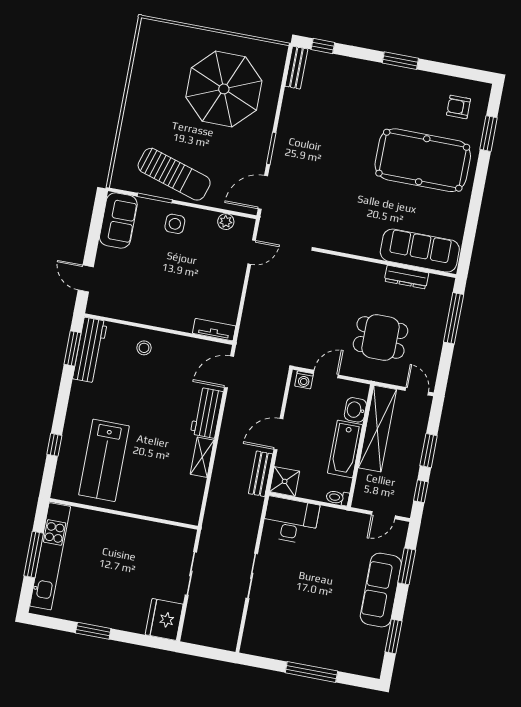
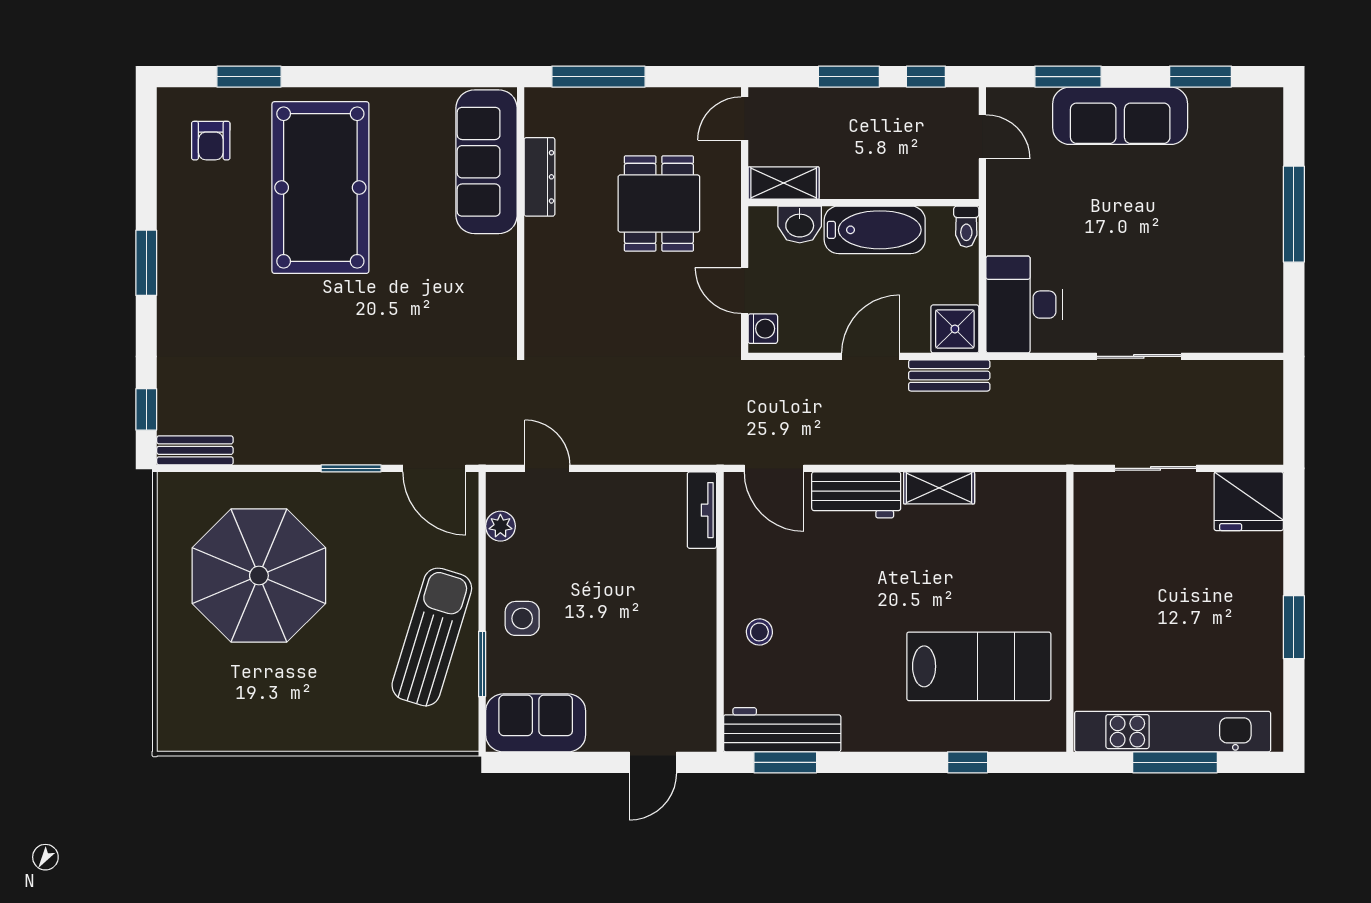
shelving: (377, 429) -> (784, 183), width x0.45, depth x0.75
door: (278, 434) -> (871, 356), swing flipped

